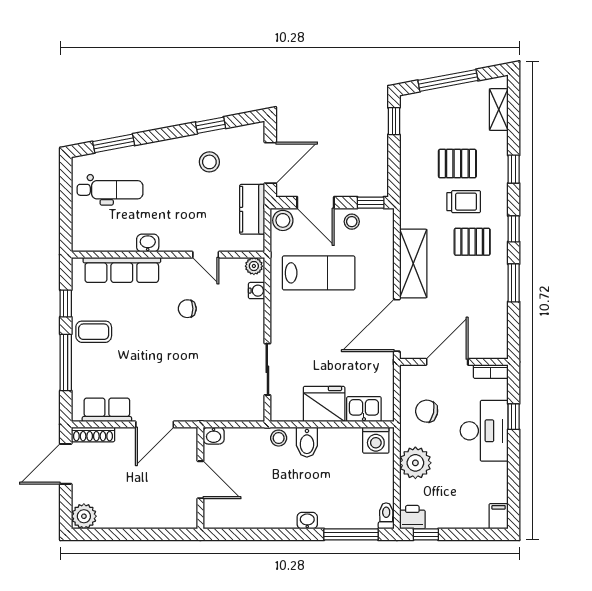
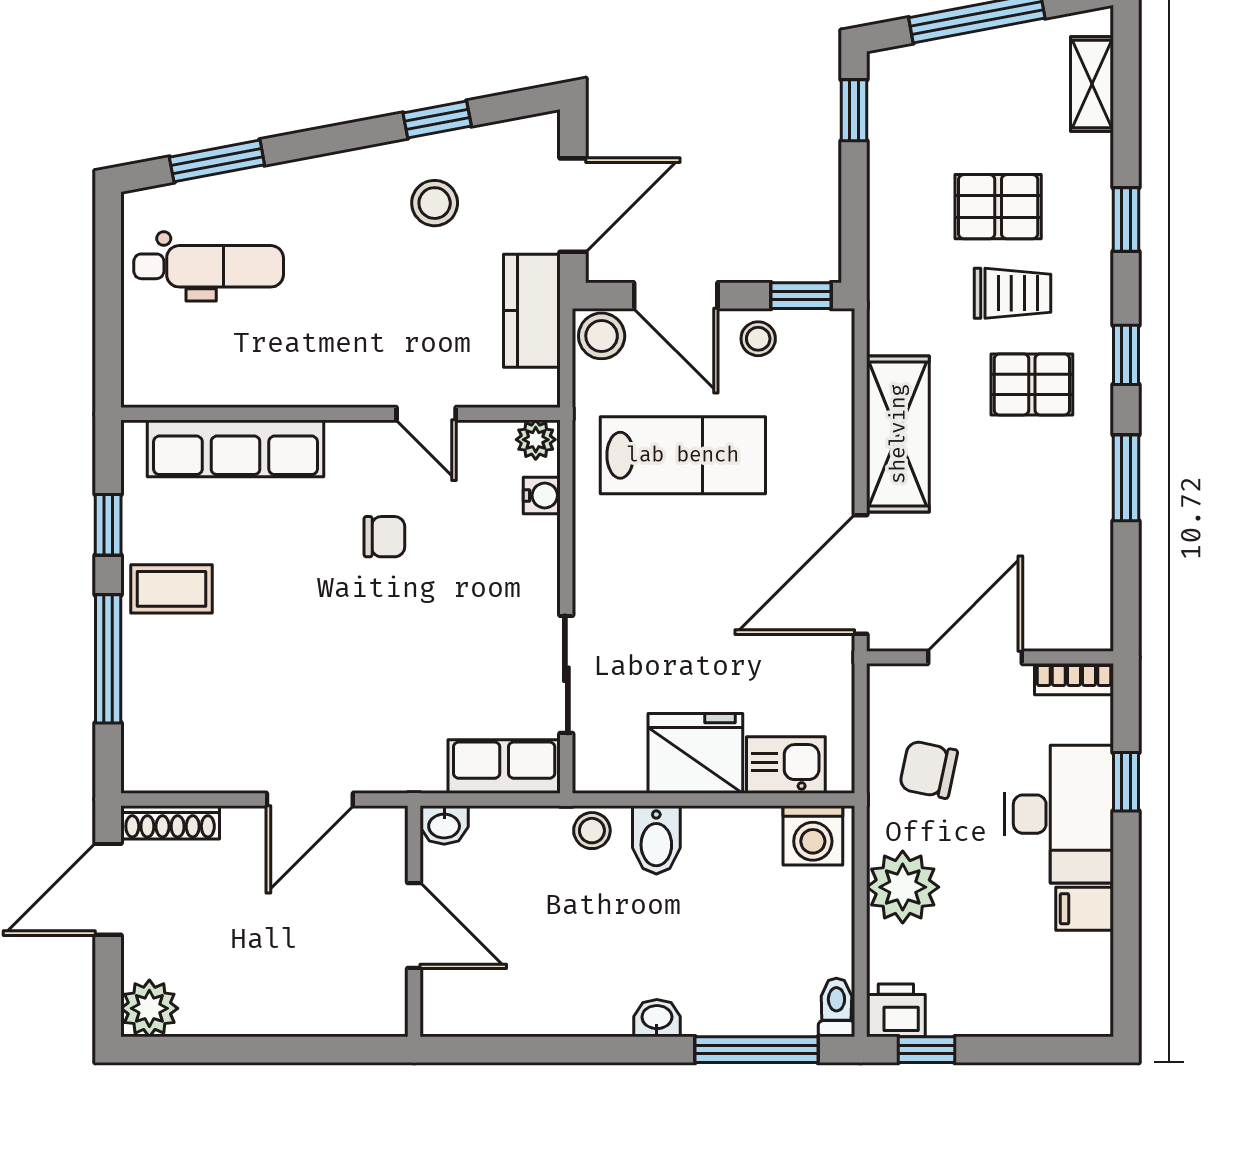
washbasin: (148, 243) -> (294, 387), removed
chair: (187, 309) -> (384, 537), turned 180
row of seats: (107, 410) -> (504, 767), moved
filing cabinet: (499, 516) -> (1085, 909), moved, turned -90

